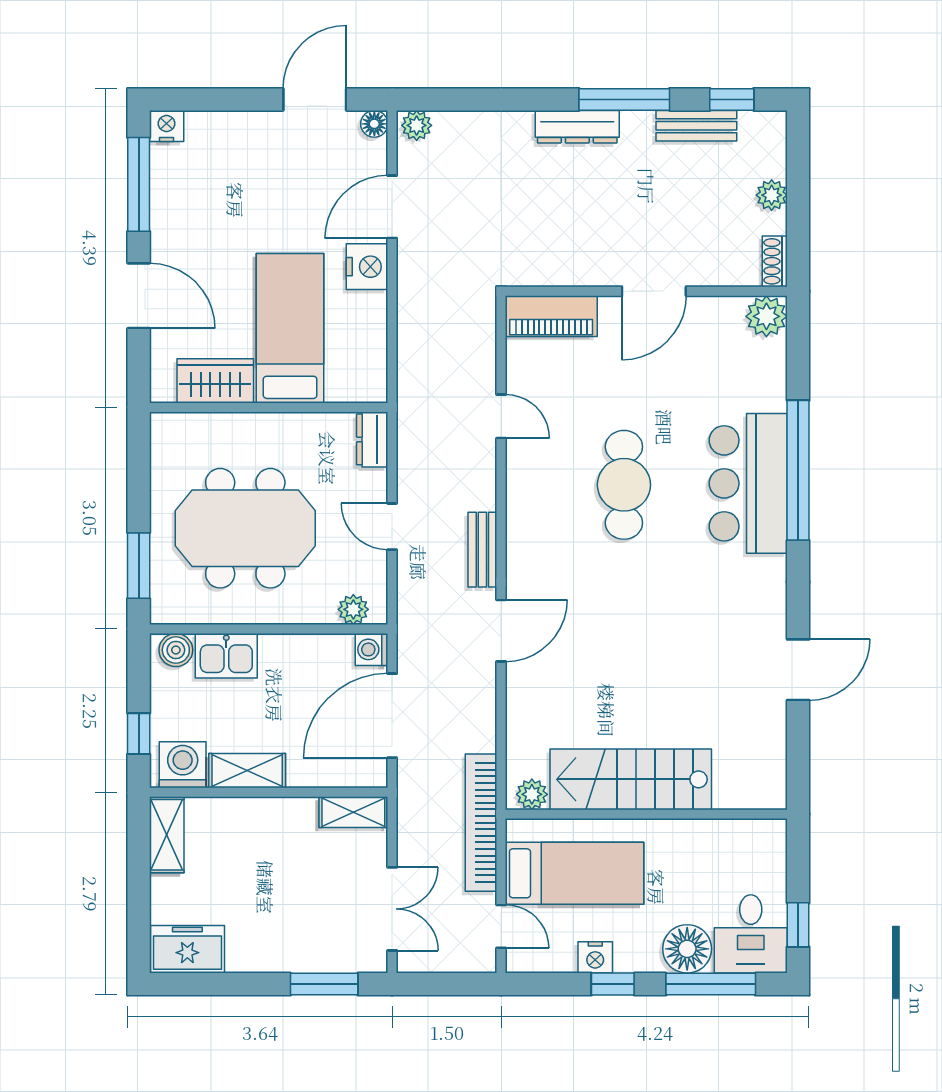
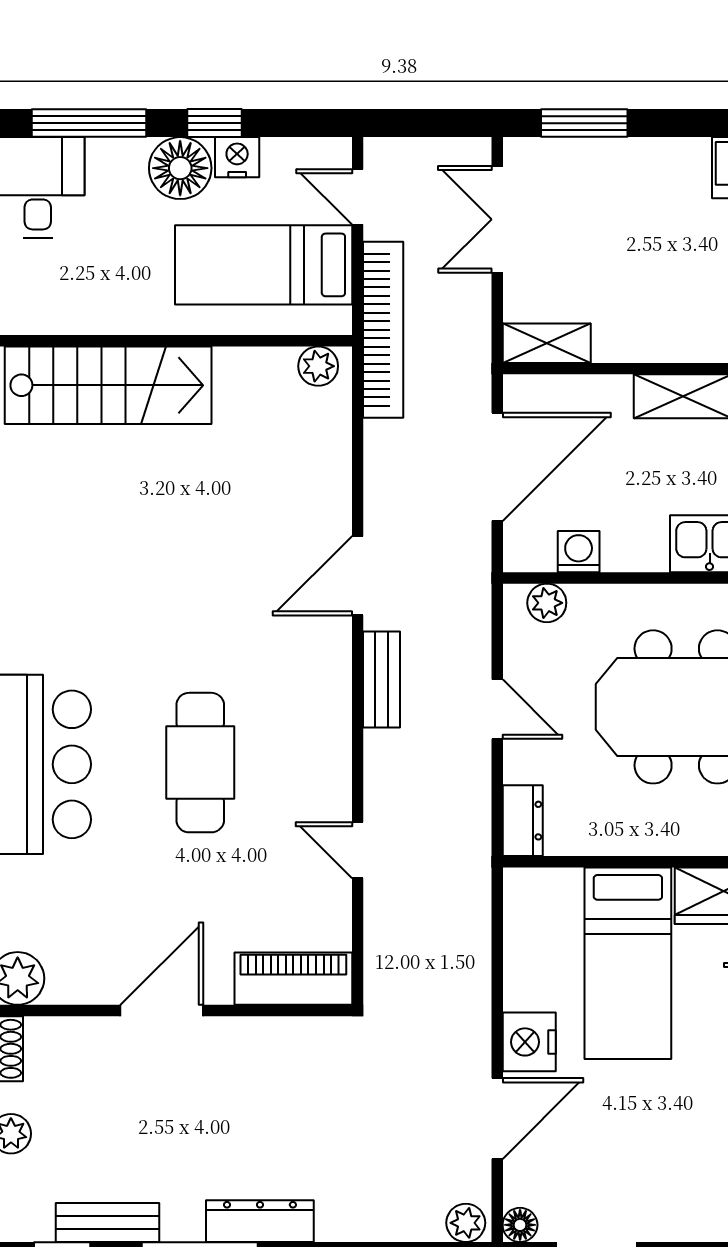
washing machine: (372, 649) -> (579, 552), moved, turned -90
stairs: (631, 779) -> (108, 385), moved
floor lamp: (687, 949) -> (180, 168), moved

